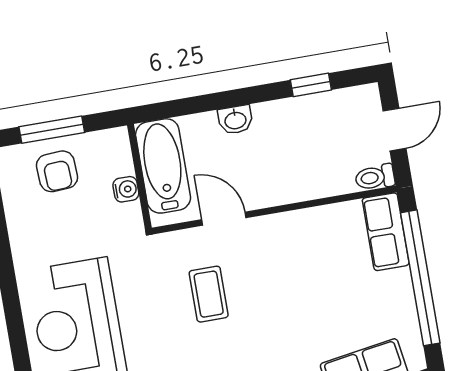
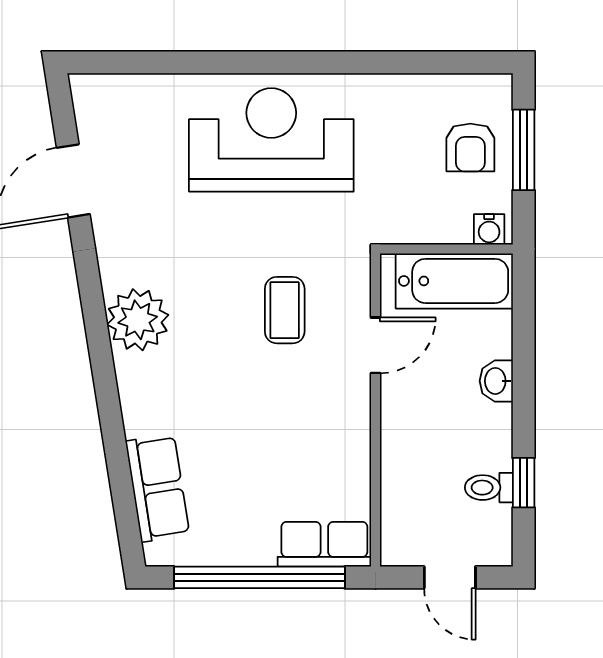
armchair: (57, 171) -> (470, 148), turned -87
toilet: (375, 177) -> (489, 488), moved, turned -90
water cooler: (126, 189) -> (489, 229), moved
coffee table: (209, 294) -> (285, 310), turned 90

